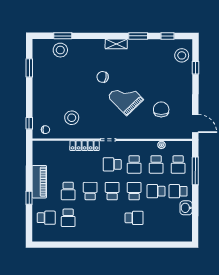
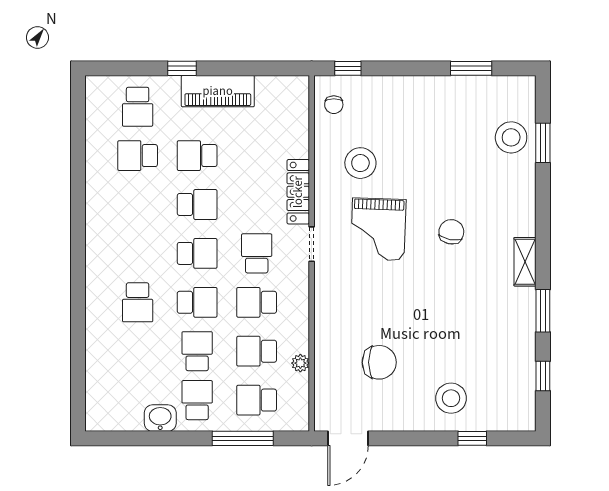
stool: (182, 55) -> (451, 398), moved
grand piano: (126, 98) -> (378, 229), moved, turned 136

